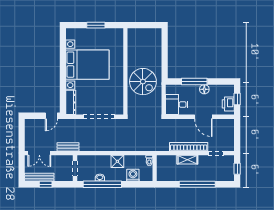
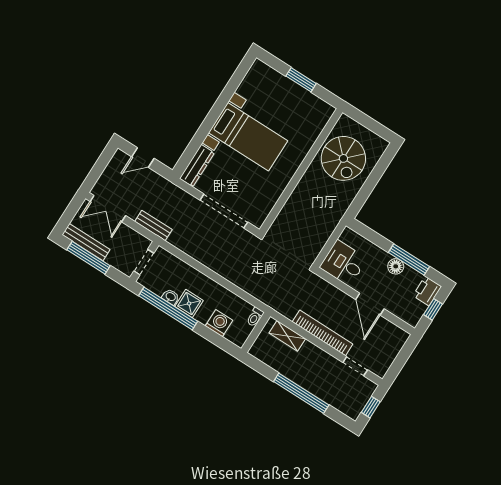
bed with nightstands: (87, 65) -> (248, 137), width x0.73
spiral stairs: (143, 82) -> (343, 158), moved
window: (194, 82) -> (409, 260), moved
printer: (228, 104) -> (427, 291), moved
door: (51, 116) -> (143, 157), moved
shelving: (187, 160) -> (287, 336), moved
shower: (117, 161) -> (189, 303), moved
window: (46, 184) -> (89, 258), width x2.17

